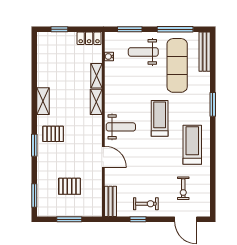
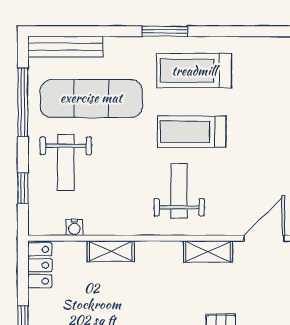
window: (130, 29) -> (23, 188), width x0.67
shelving: (96, 102) -> (208, 252), moved
weight bench: (121, 127) -> (179, 191), moved
treadmill: (192, 145) -> (194, 71), moved

